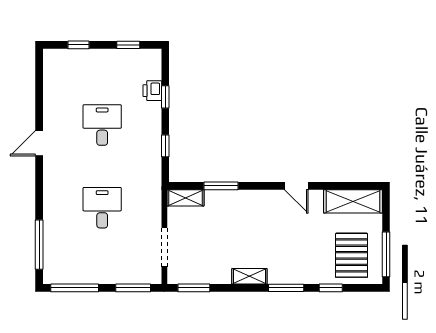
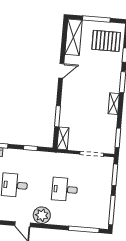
plant: (57, 174) -> (42, 215), added
window: (386, 254) -> (96, 19), moved

